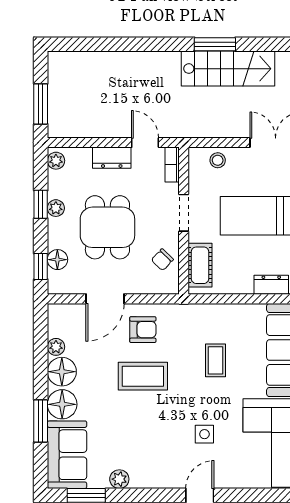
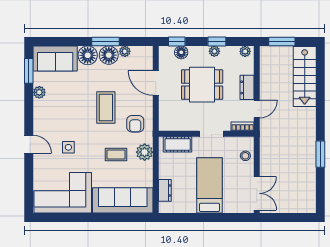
stairs: (228, 69) -> (305, 77), moved
chair: (162, 260) -> (181, 120), removed
plant: (212, 316) -> (145, 152), added
armchair: (143, 330) -> (135, 124), moved
window: (41, 421) -> (105, 41), moved

